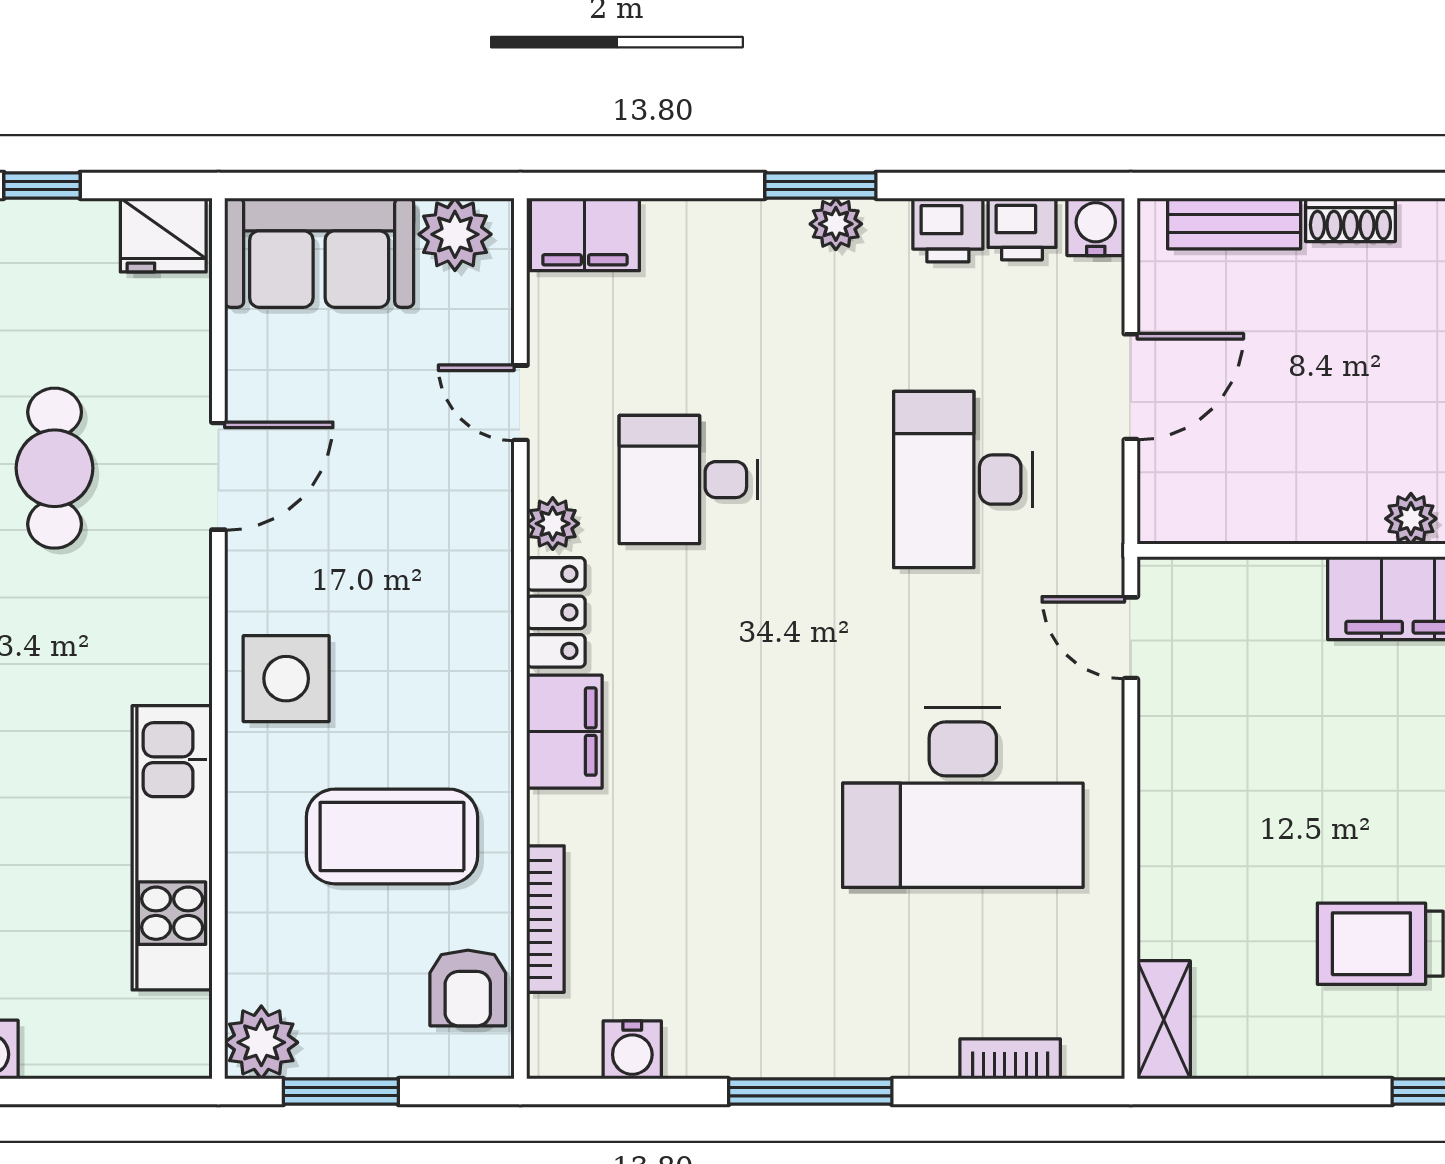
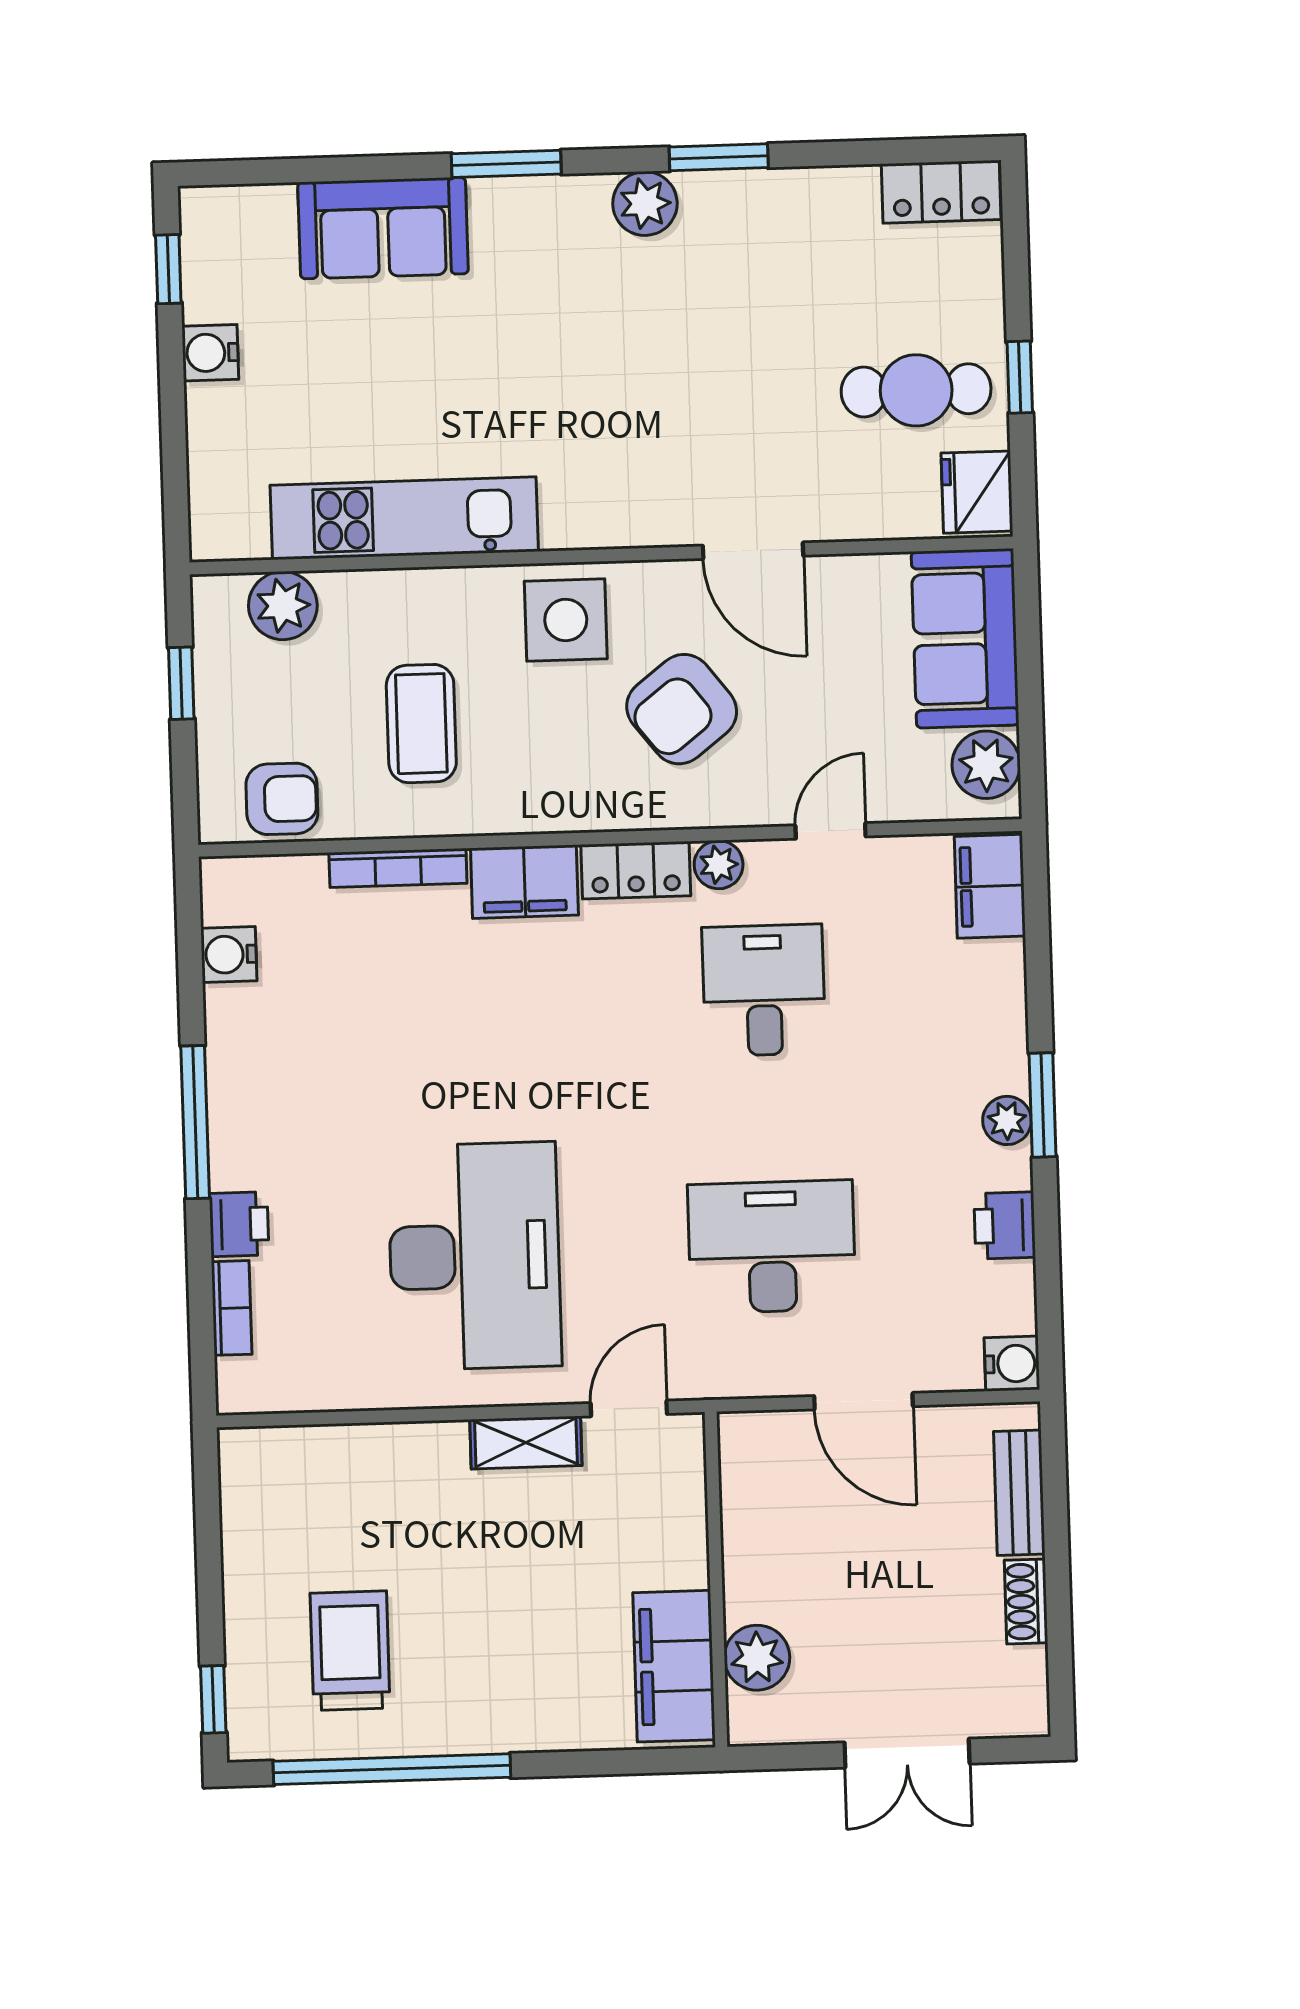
printer: (1022, 229) -> (239, 1224), moved, turned 180
cafe table: (55, 468) -> (916, 390), moved
plant: (1411, 519) -> (757, 1658), width x1.38, depth x1.38
armchair: (385, 558) -> (682, 709), added
desk: (963, 797) -> (475, 1256), turned 180
coffee table: (392, 836) -> (421, 724), width x0.73, depth x0.76
bookcase: (545, 919) -> (398, 868), moved
armchair: (468, 988) -> (282, 799), turned 180
shelving: (1164, 1020) -> (526, 1442), moved
plant: (261, 1042) -> (283, 606), moved
window: (341, 1092) -> (181, 683), width x0.67

